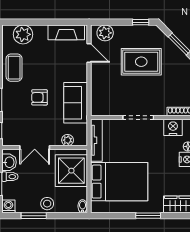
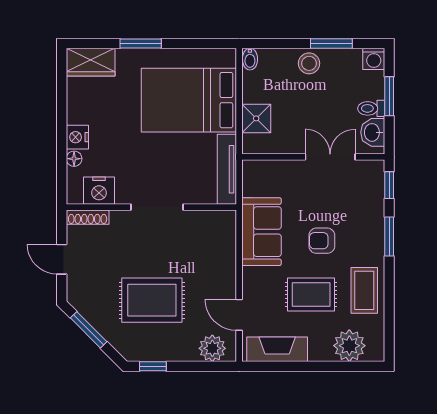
rug: (46, 65) -> (311, 295), added
armchair: (39, 97) -> (322, 241), turned 180
plant: (68, 140) -> (275, 169), removed
shower: (71, 171) -> (256, 118), width x0.54, depth x0.54

